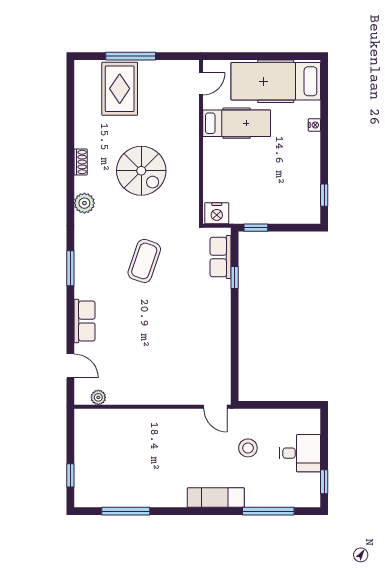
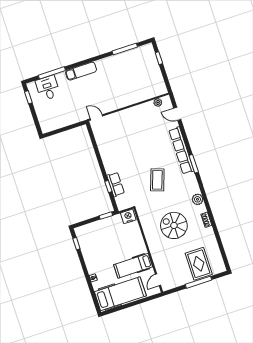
row of seats: (220, 257) -> (116, 184), moved
row of seats: (85, 321) -> (181, 151), width x2.02
stool: (248, 448) -> (73, 102), removed
desk: (300, 453) -> (48, 88), moved, turned 90

